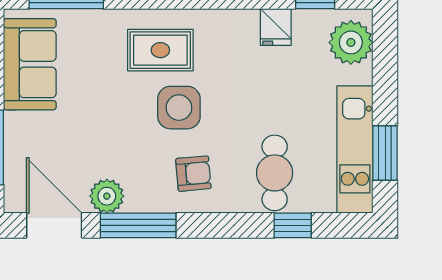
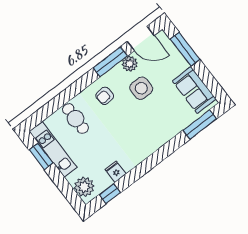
rug: (160, 50) -> (151, 131), removed
side table: (179, 108) -> (141, 88), moved
window: (293, 225) -> (54, 105), removed

